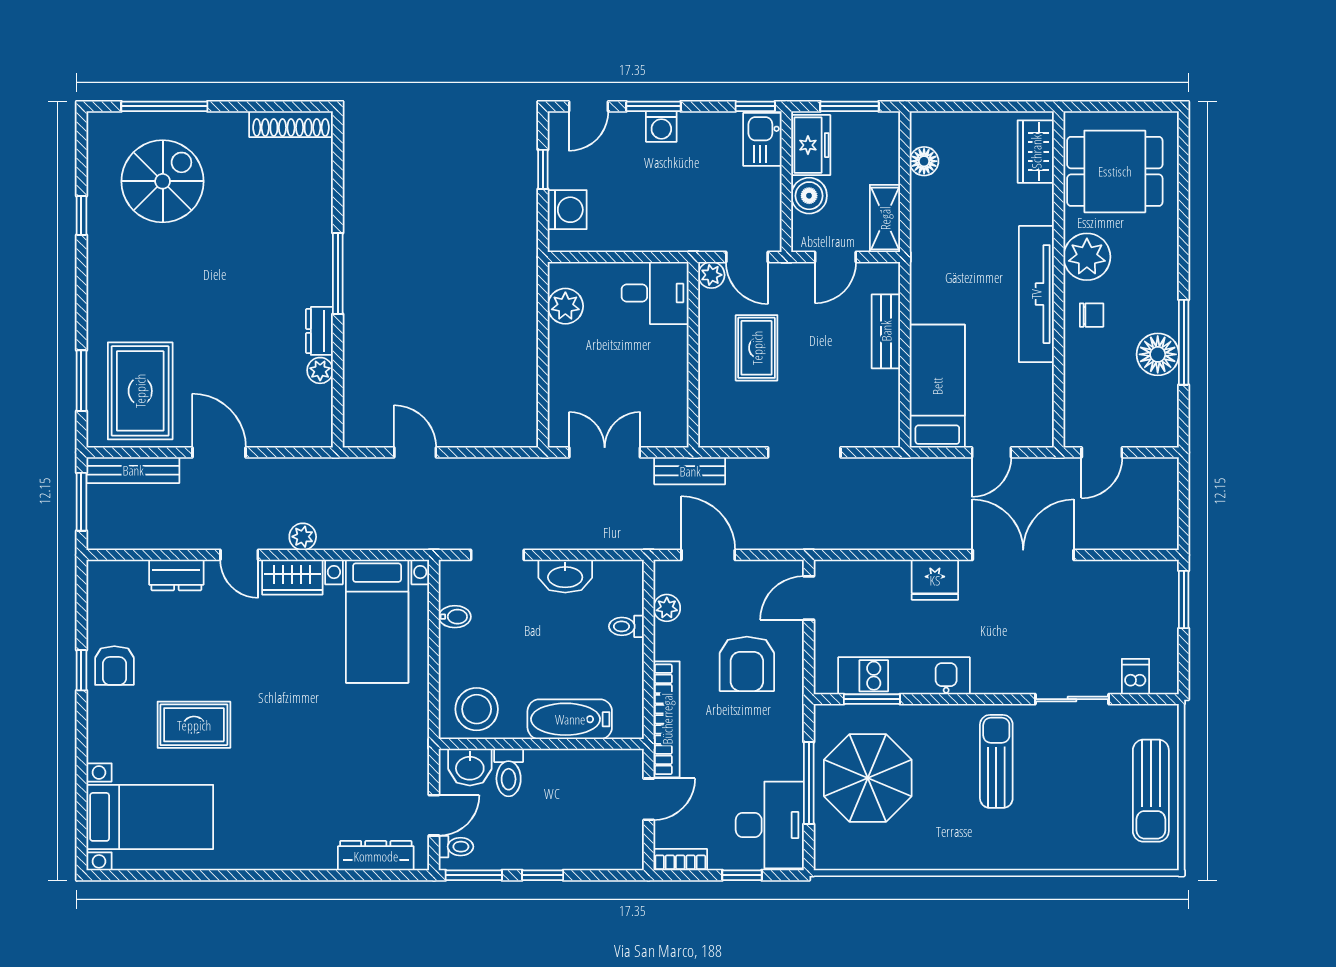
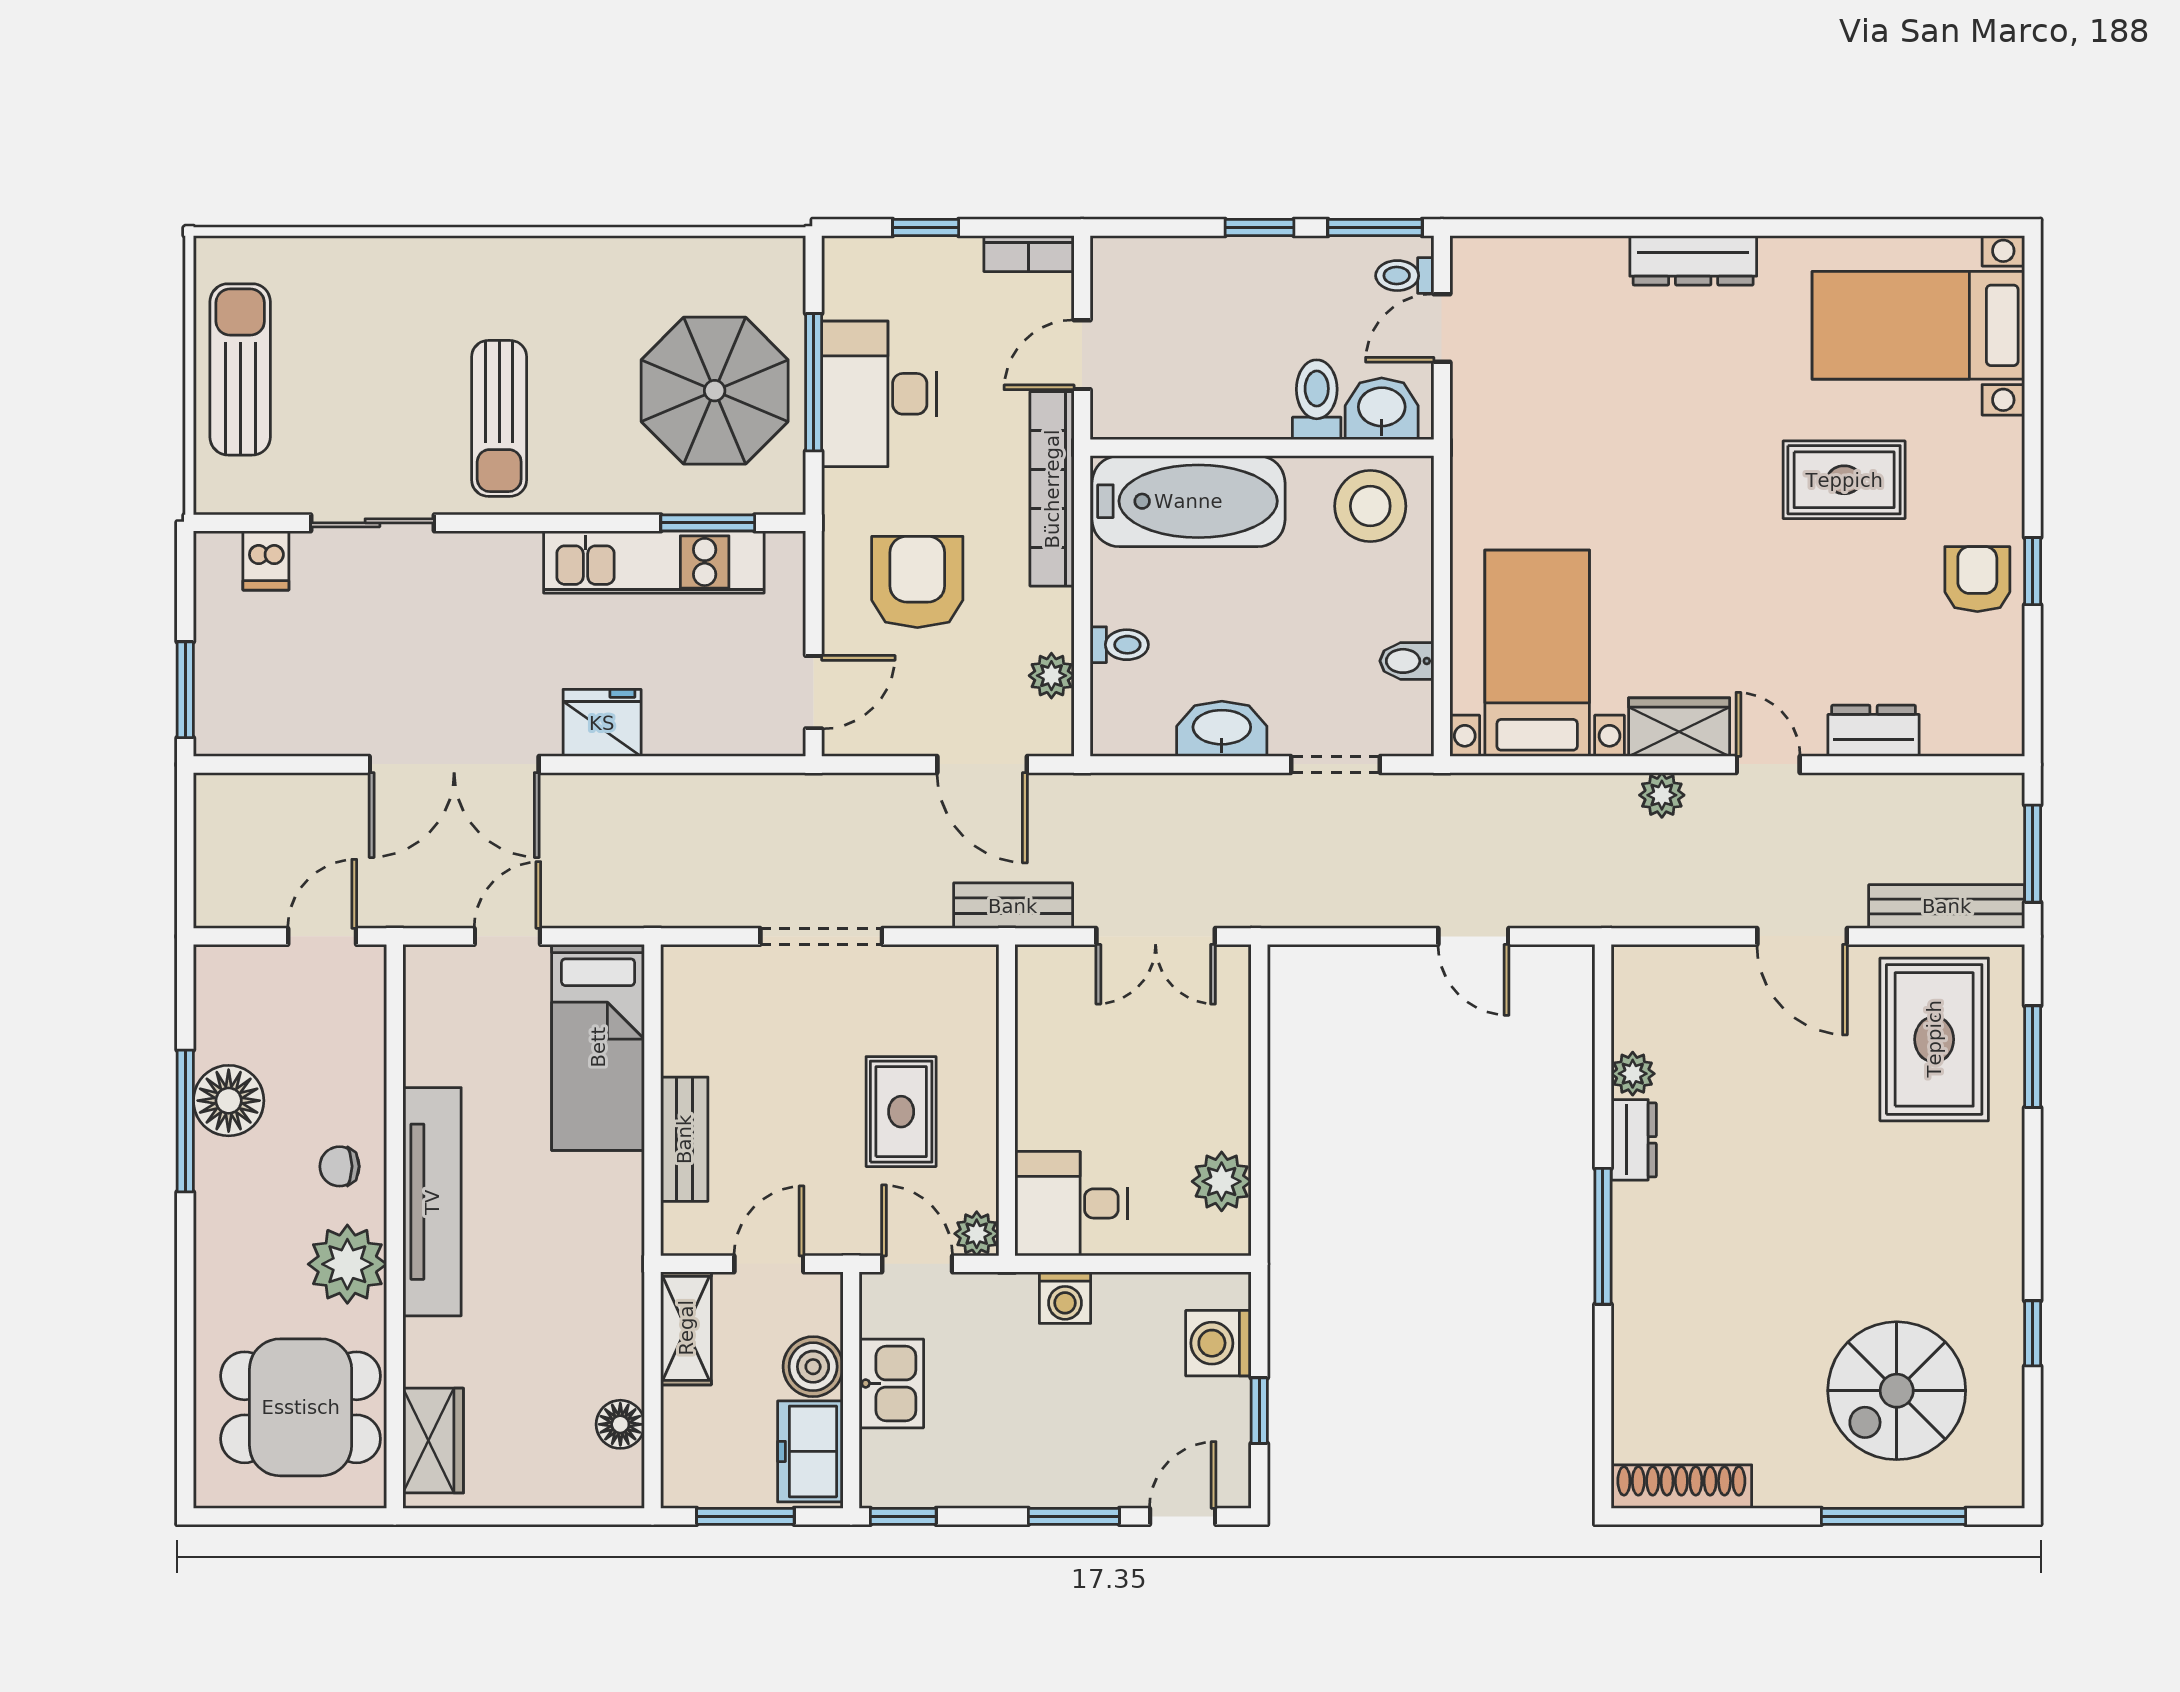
washing machine: (661, 127) -> (1065, 1298), moved, turned 180
kitchen sink: (762, 139) -> (891, 1383), moved
bathtub: (570, 719) -> (1188, 501), width x1.36, depth x1.36
desk: (770, 825) -> (879, 394), moved
dresser: (376, 856) -> (1693, 260), moved

